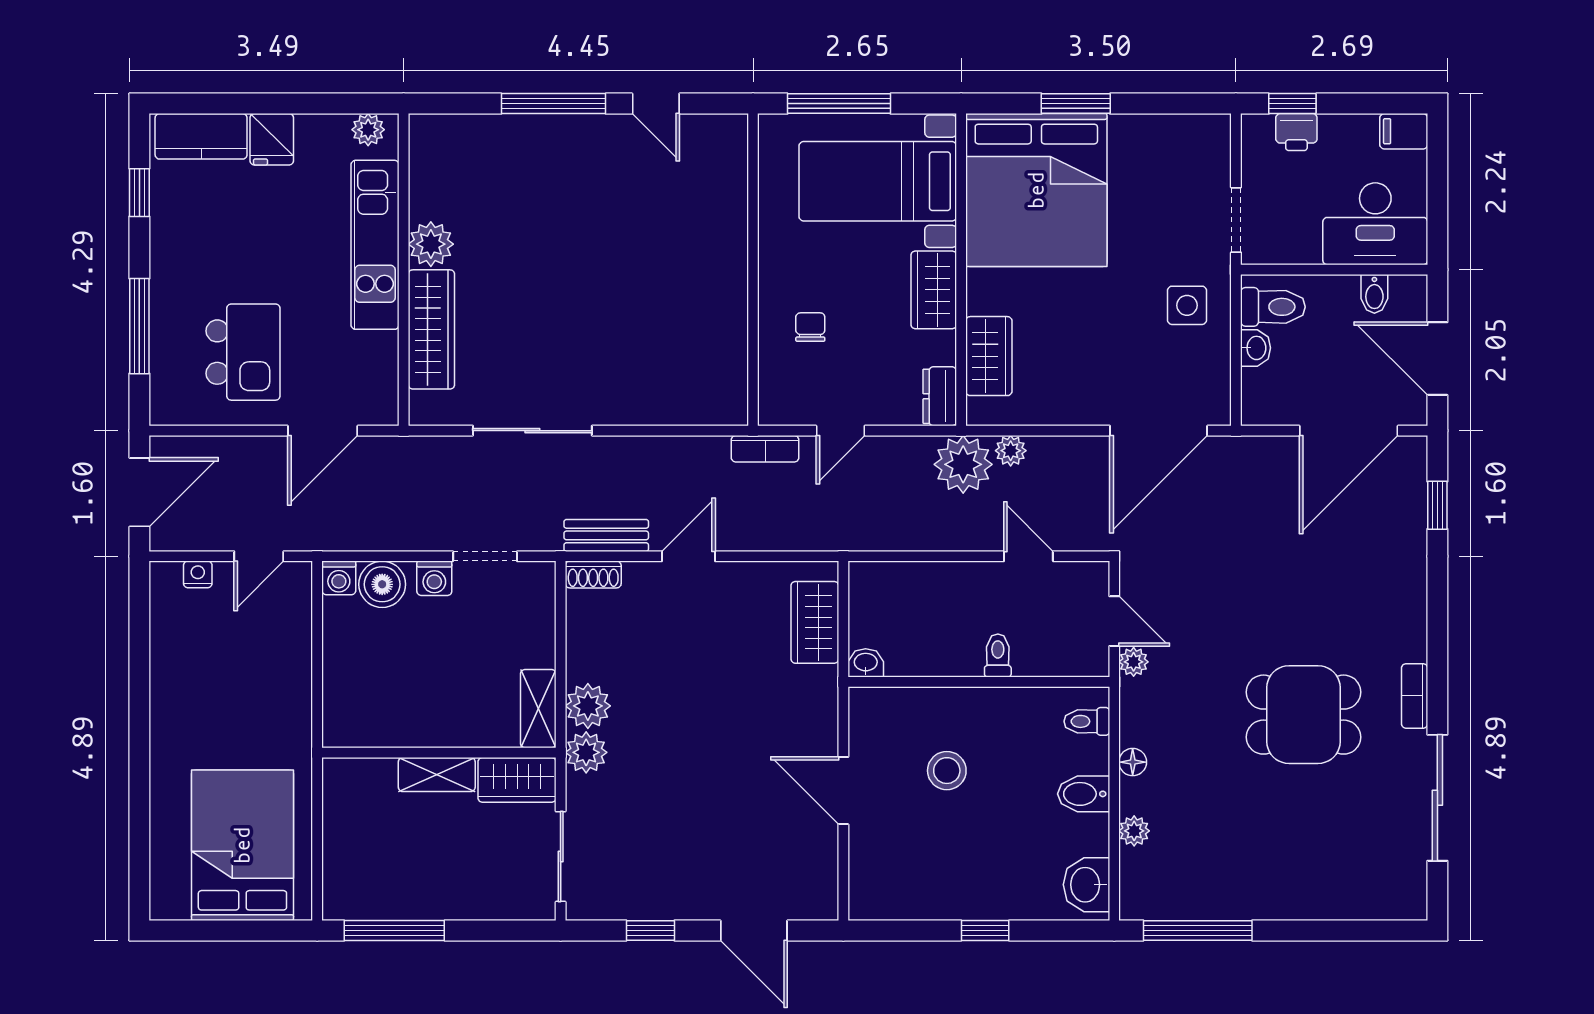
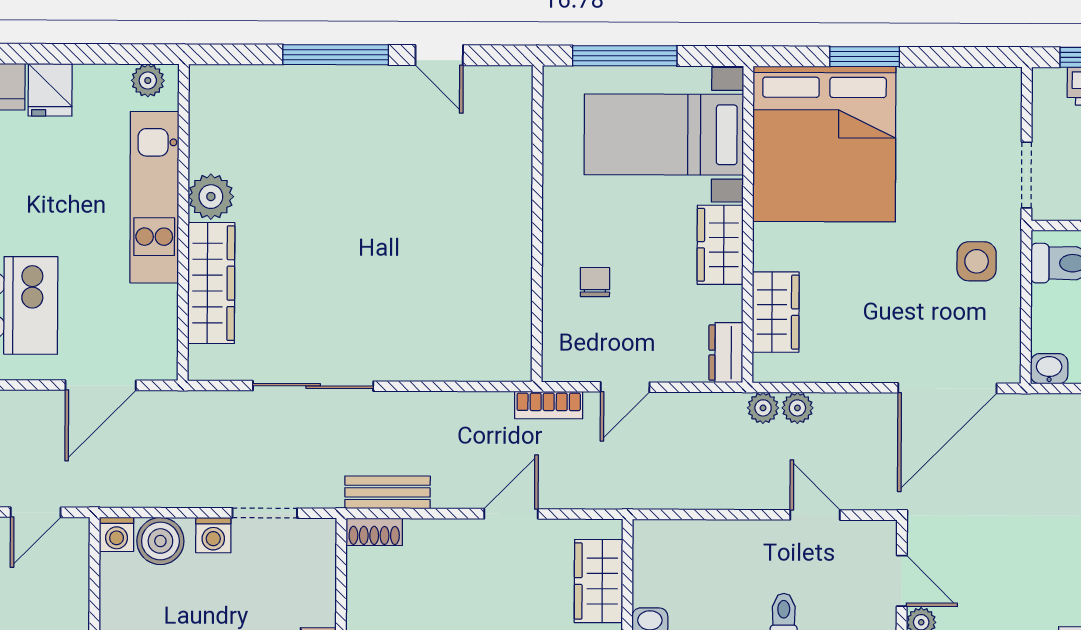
washbasin: (1256, 348) -> (1049, 369), moved, turned -90
plant: (963, 464) -> (763, 408), width x0.53, depth x0.53
door: (688, 556) -> (511, 514), moved

